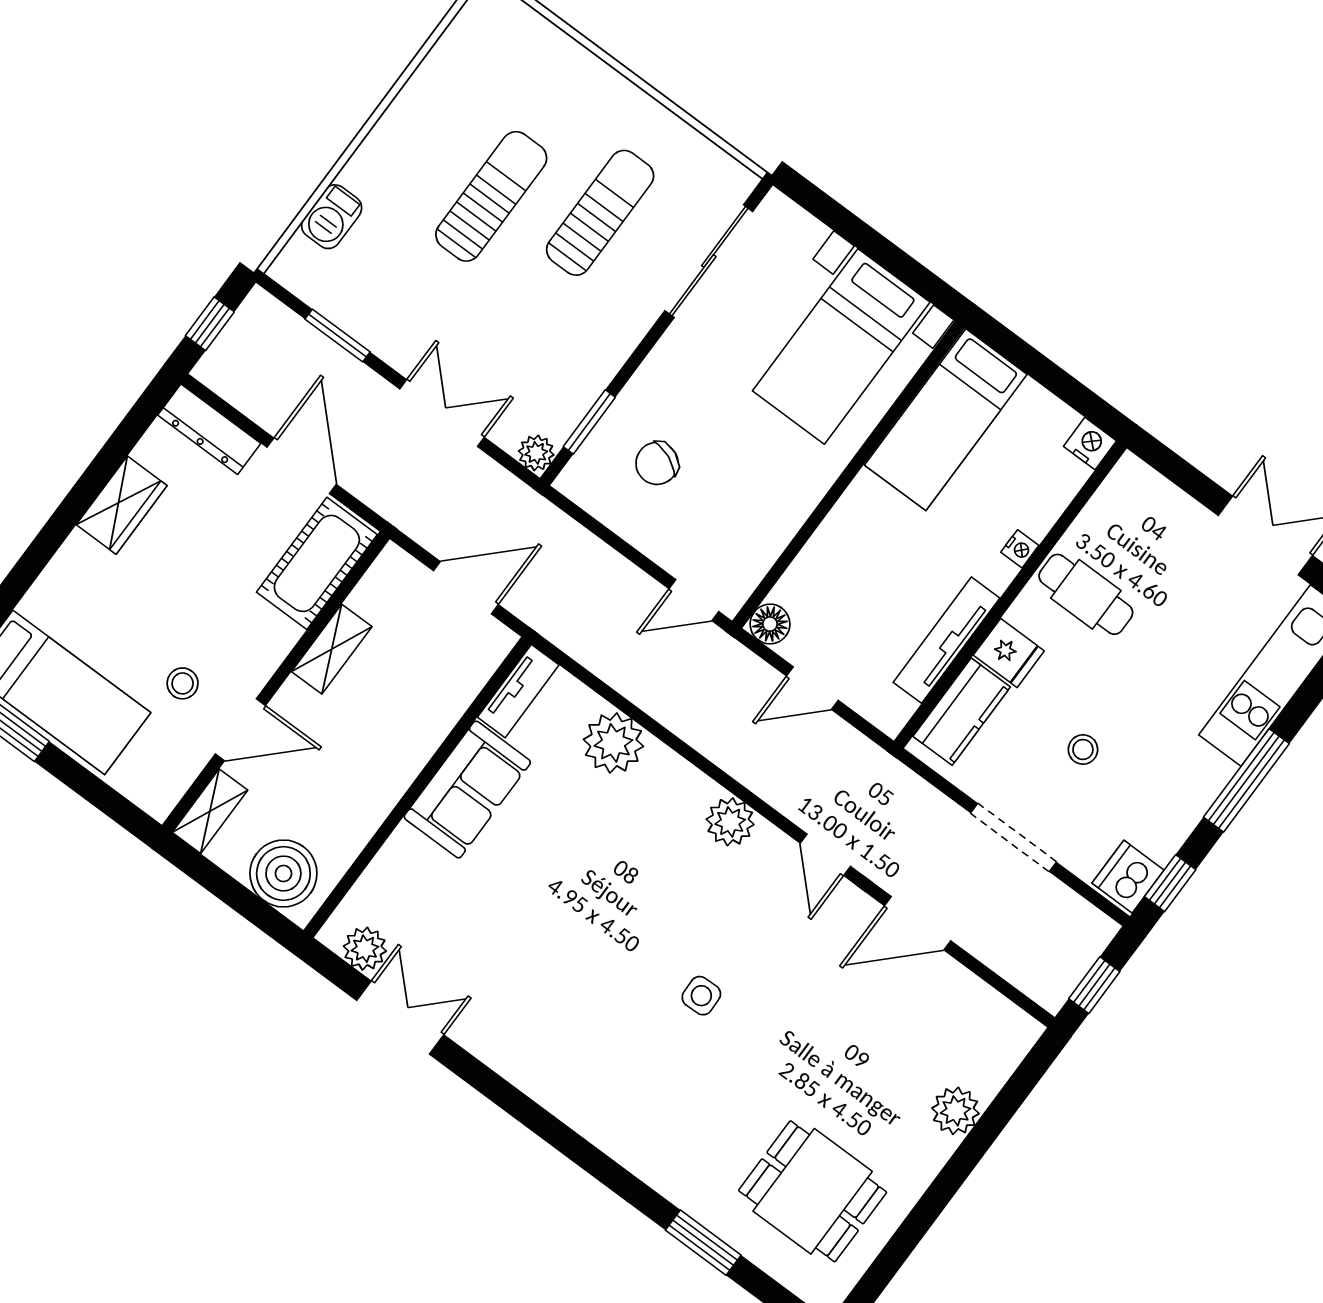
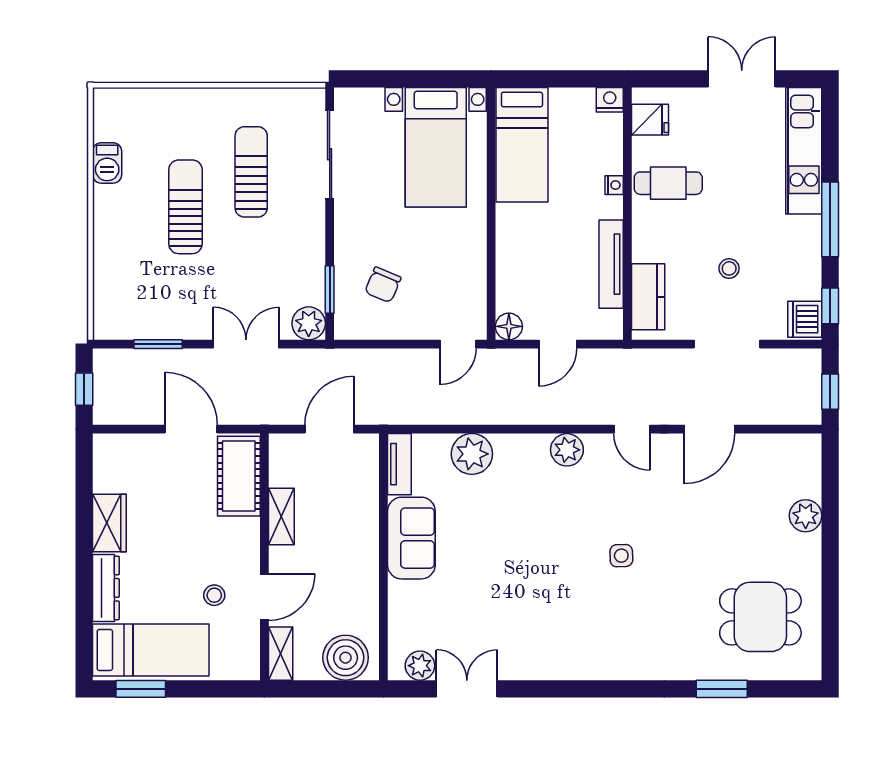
barbecue: (332, 217) -> (107, 163), moved
dresser: (209, 429) -> (106, 588), moved, turned -90
plant: (536, 453) -> (309, 323), width x1.38, depth x1.38
fridge: (1009, 653) -> (650, 120), moved

